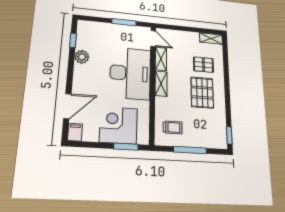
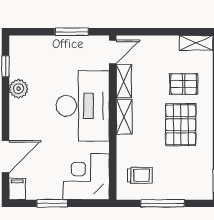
door: (153, 38) -> (113, 52), hinge flipped
corner desk: (119, 125) -> (86, 177), moved
window: (126, 147) -> (52, 203), moved

